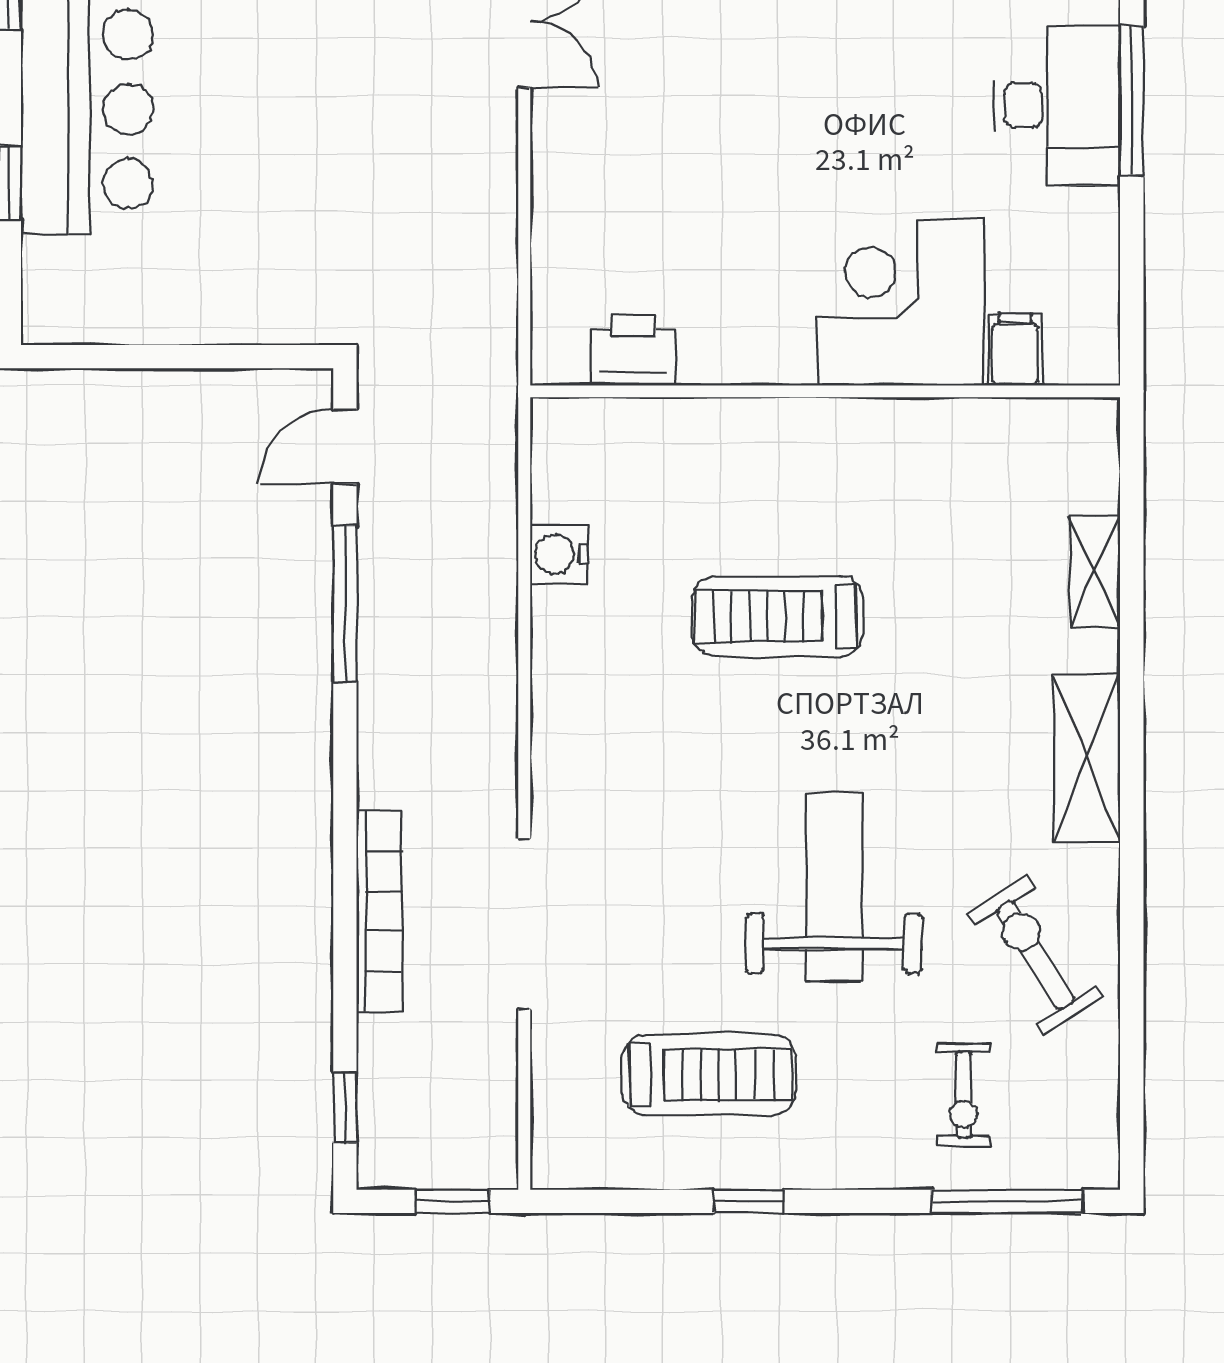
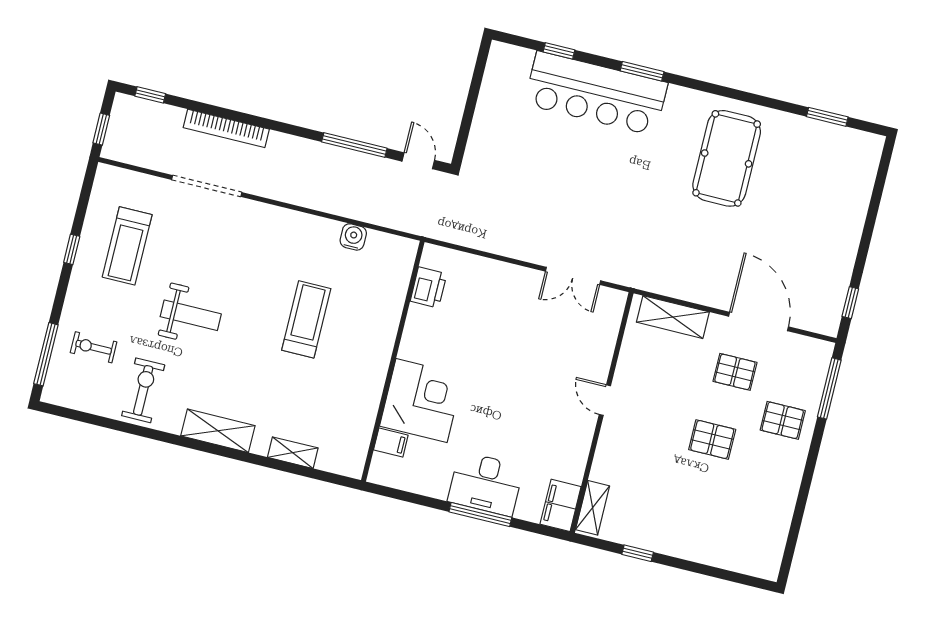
weight bench: (834, 887) -> (191, 315), width x0.73, depth x0.75
exercise bike: (1035, 955) -> (143, 390), turned -58

